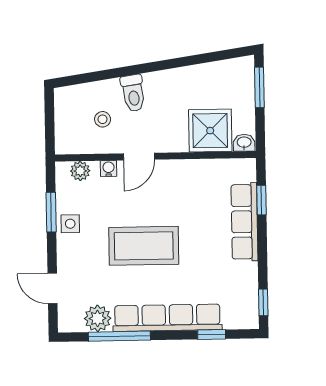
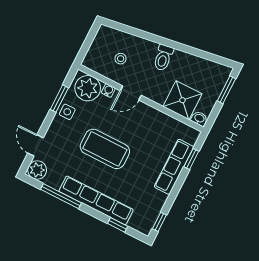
toilet: (133, 93) -> (163, 58), moved
plant: (80, 171) -> (88, 88), width x1.87, depth x1.87
plant: (98, 318) -> (37, 170), moved

